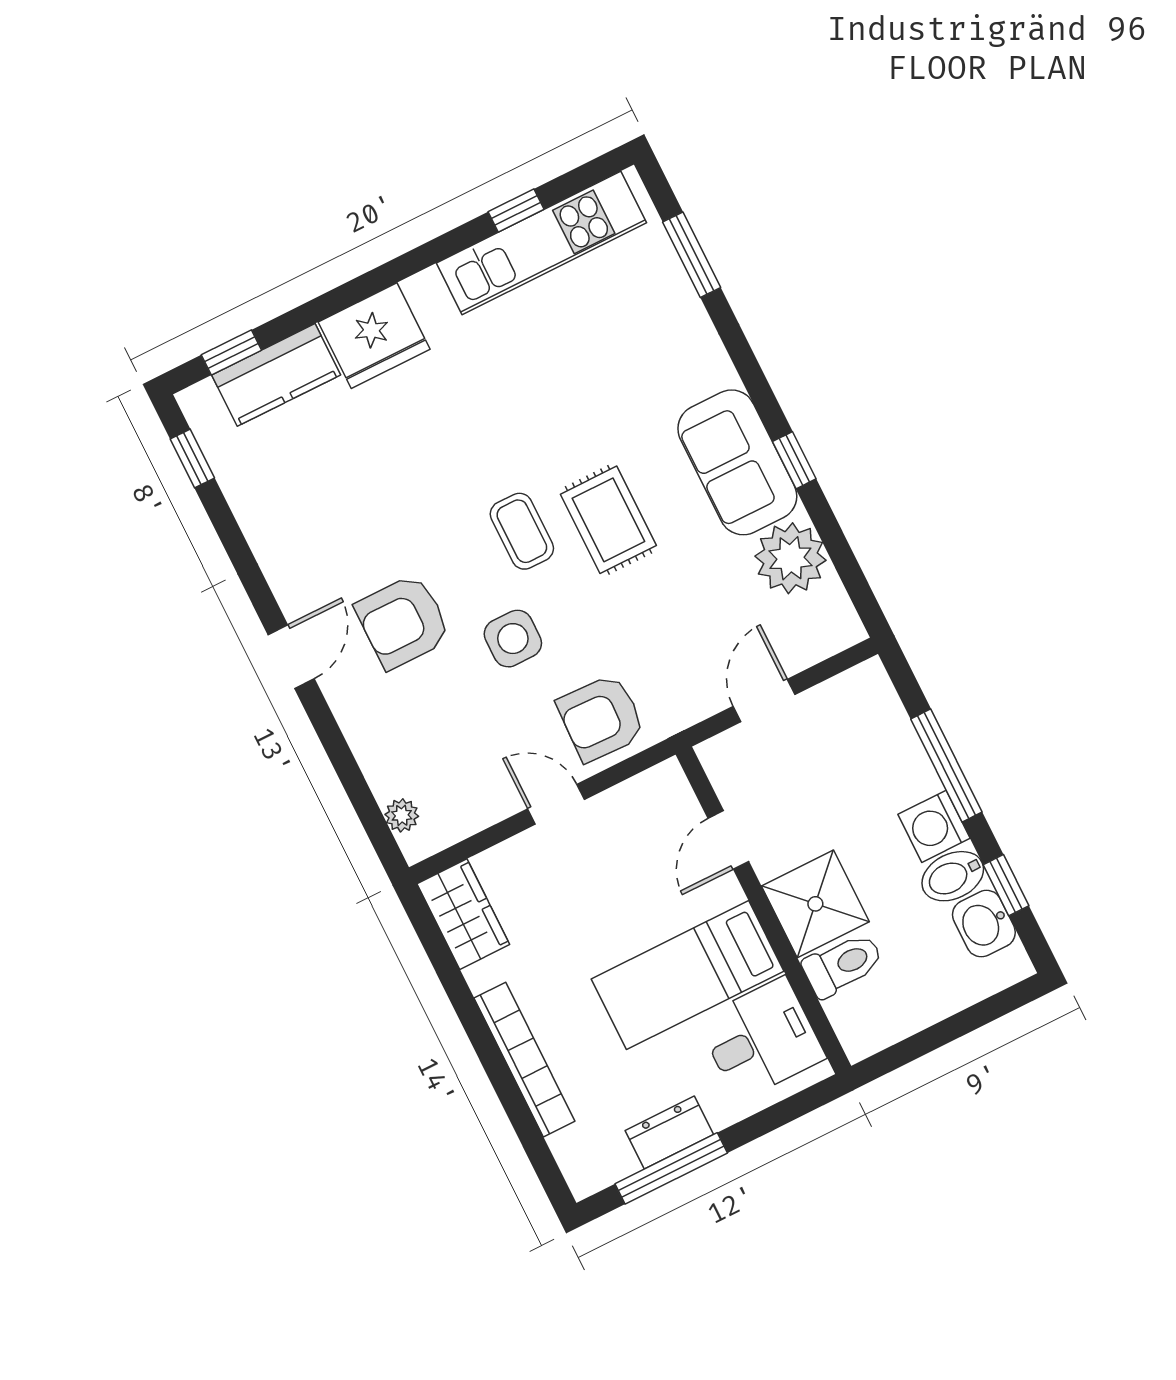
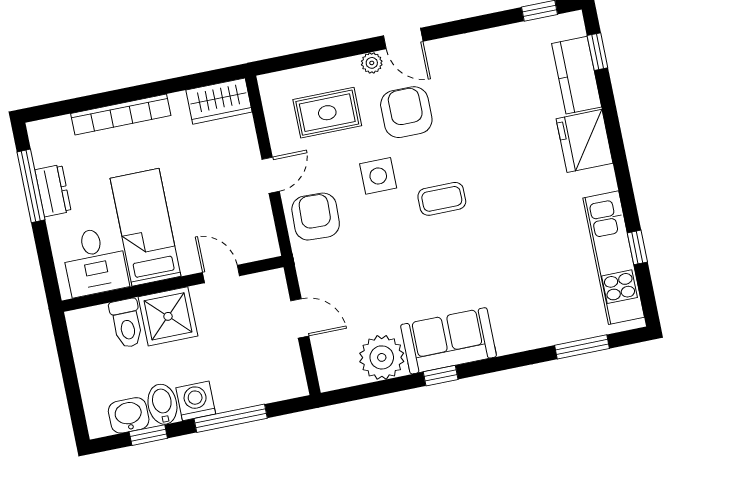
rug: (608, 520) -> (327, 113), moved
plant: (402, 815) -> (372, 63), moved

